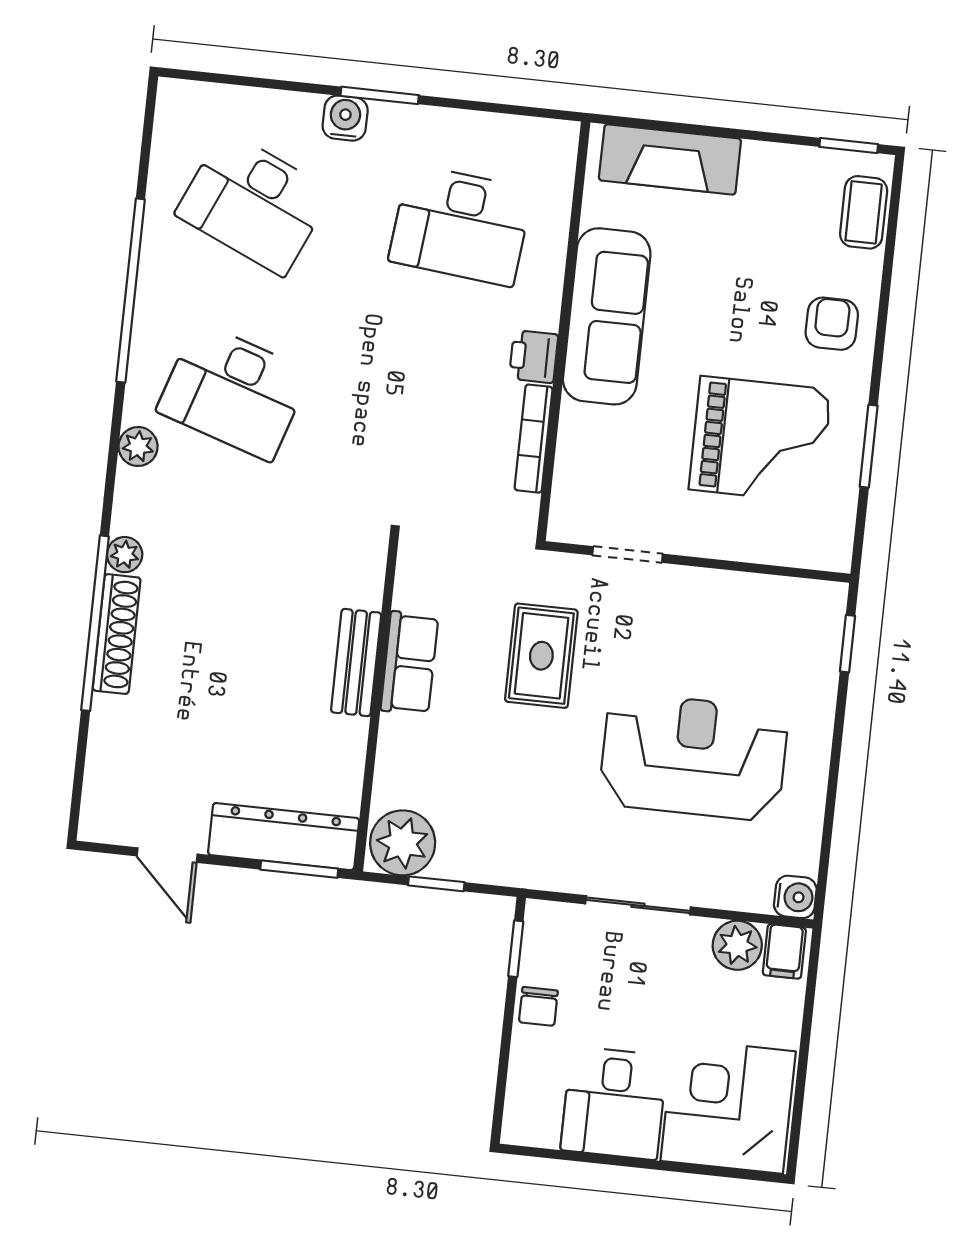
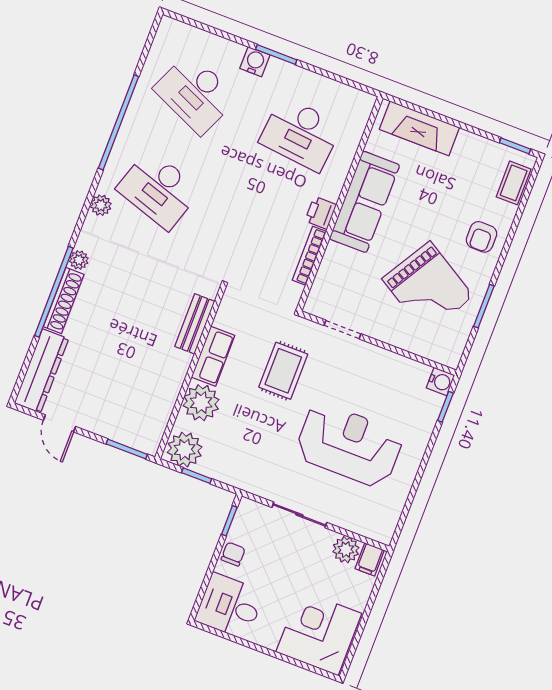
armchair: (832, 324) -> (481, 237), turned 180
grand piano: (760, 440) -> (428, 288), turned 31
bench: (356, 663) -> (195, 324), moved
plant: (410, 751) -> (201, 403), added
dresser: (284, 837) -> (41, 371), moved, turned 90
water cooler: (795, 897) -> (441, 382), moved
chair: (538, 1006) -> (233, 554), turned 180
desk: (614, 1103) -> (230, 606), moved, turned 90

